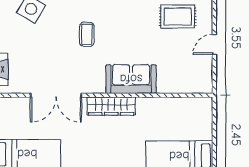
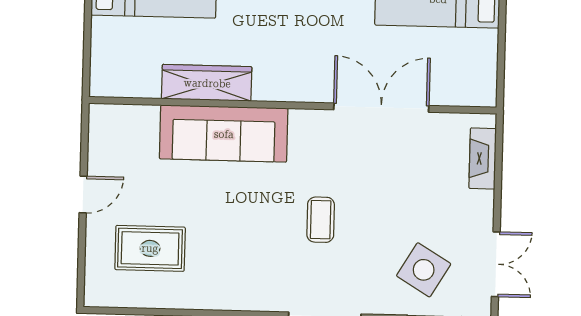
sofa: (131, 79) -> (224, 134), width x1.36
wardrobe: (111, 106) -> (207, 83), moved

